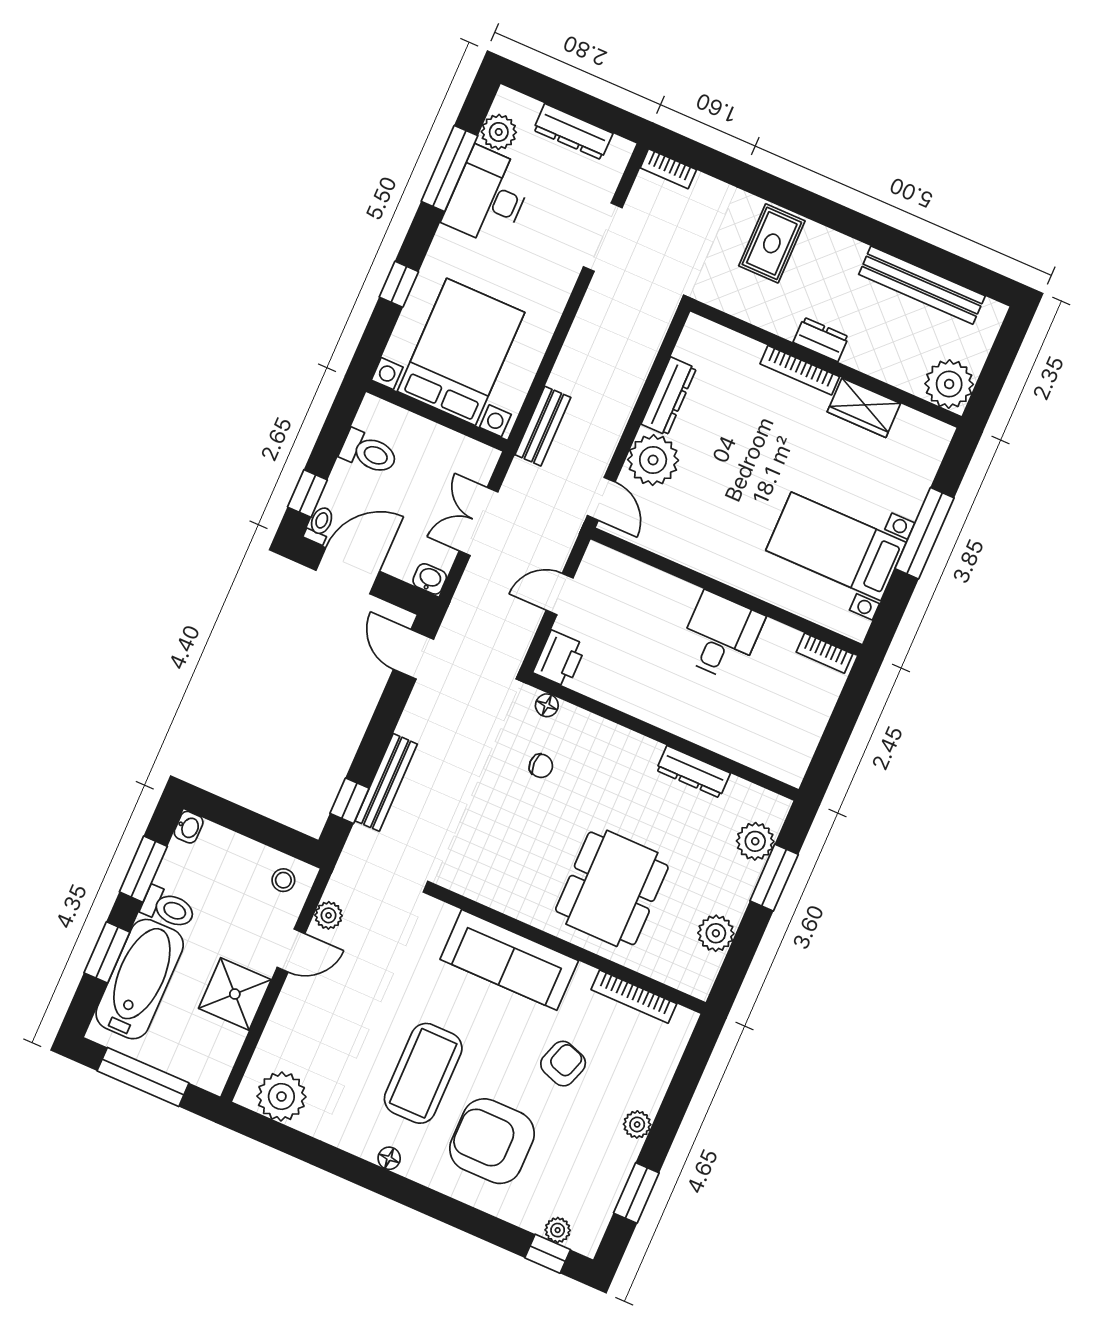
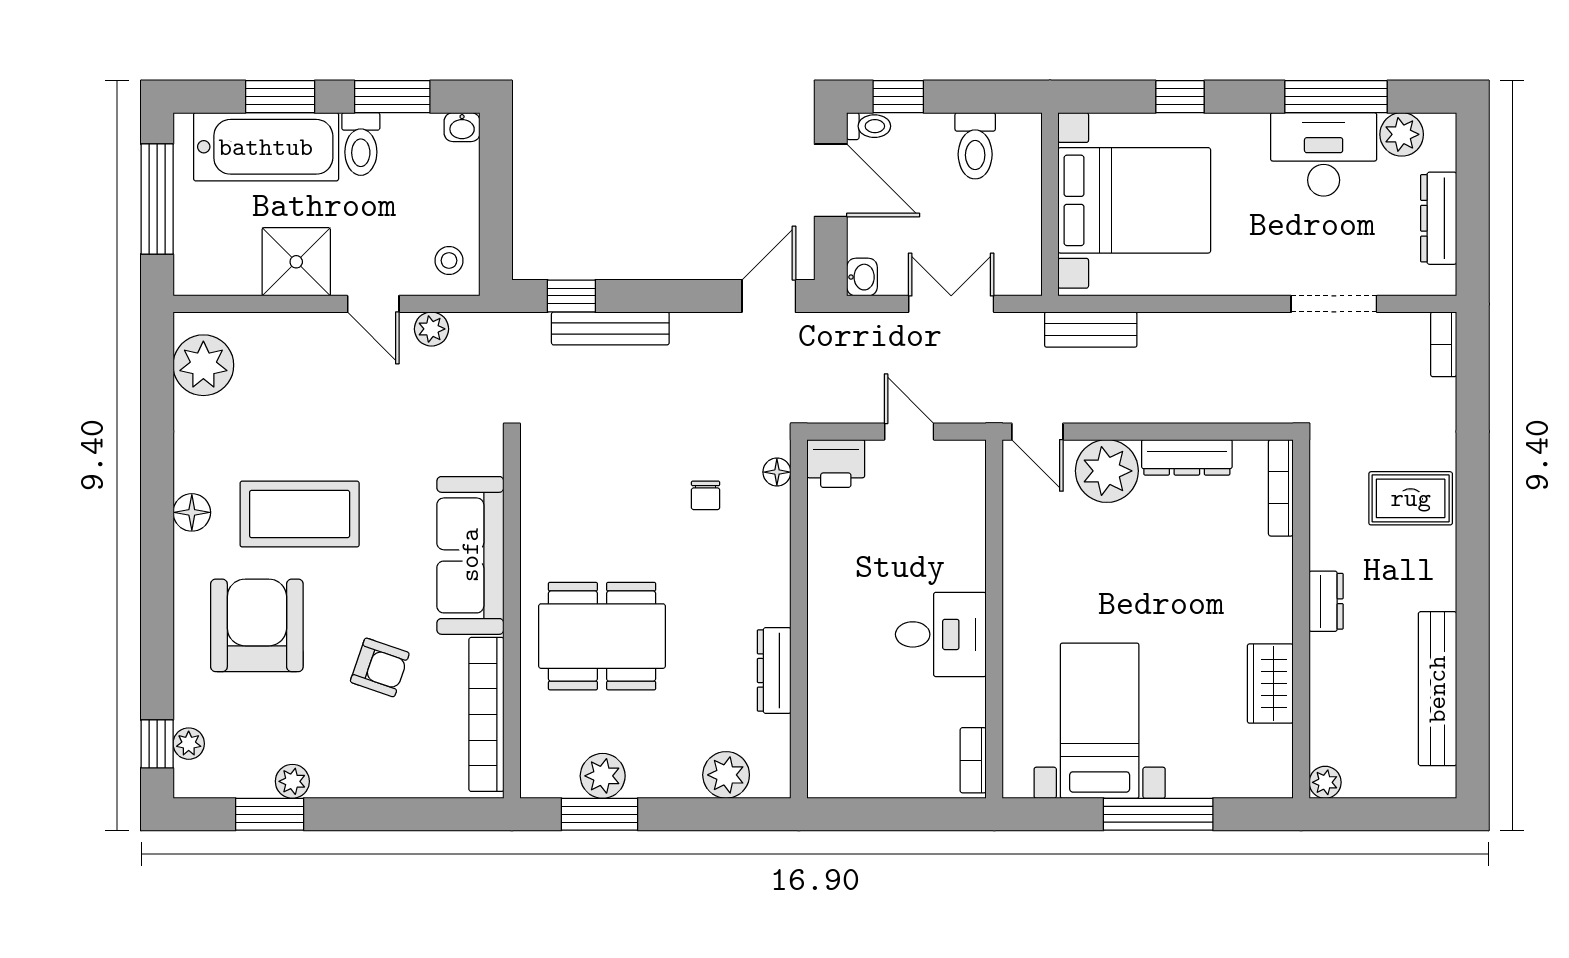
bookcase: (800, 370) -> (1281, 488), moved
plant: (949, 384) -> (1325, 782), width x0.53, depth x0.53
door: (601, 499) -> (1037, 432), hinge flipped
window: (774, 878) -> (599, 814), moved
bookcase: (634, 997) -> (486, 714), width x1.48, depth x1.31
plant: (637, 1124) -> (292, 781), moved
floor lamp: (389, 1158) -> (192, 512), width x1.37, depth x1.37

